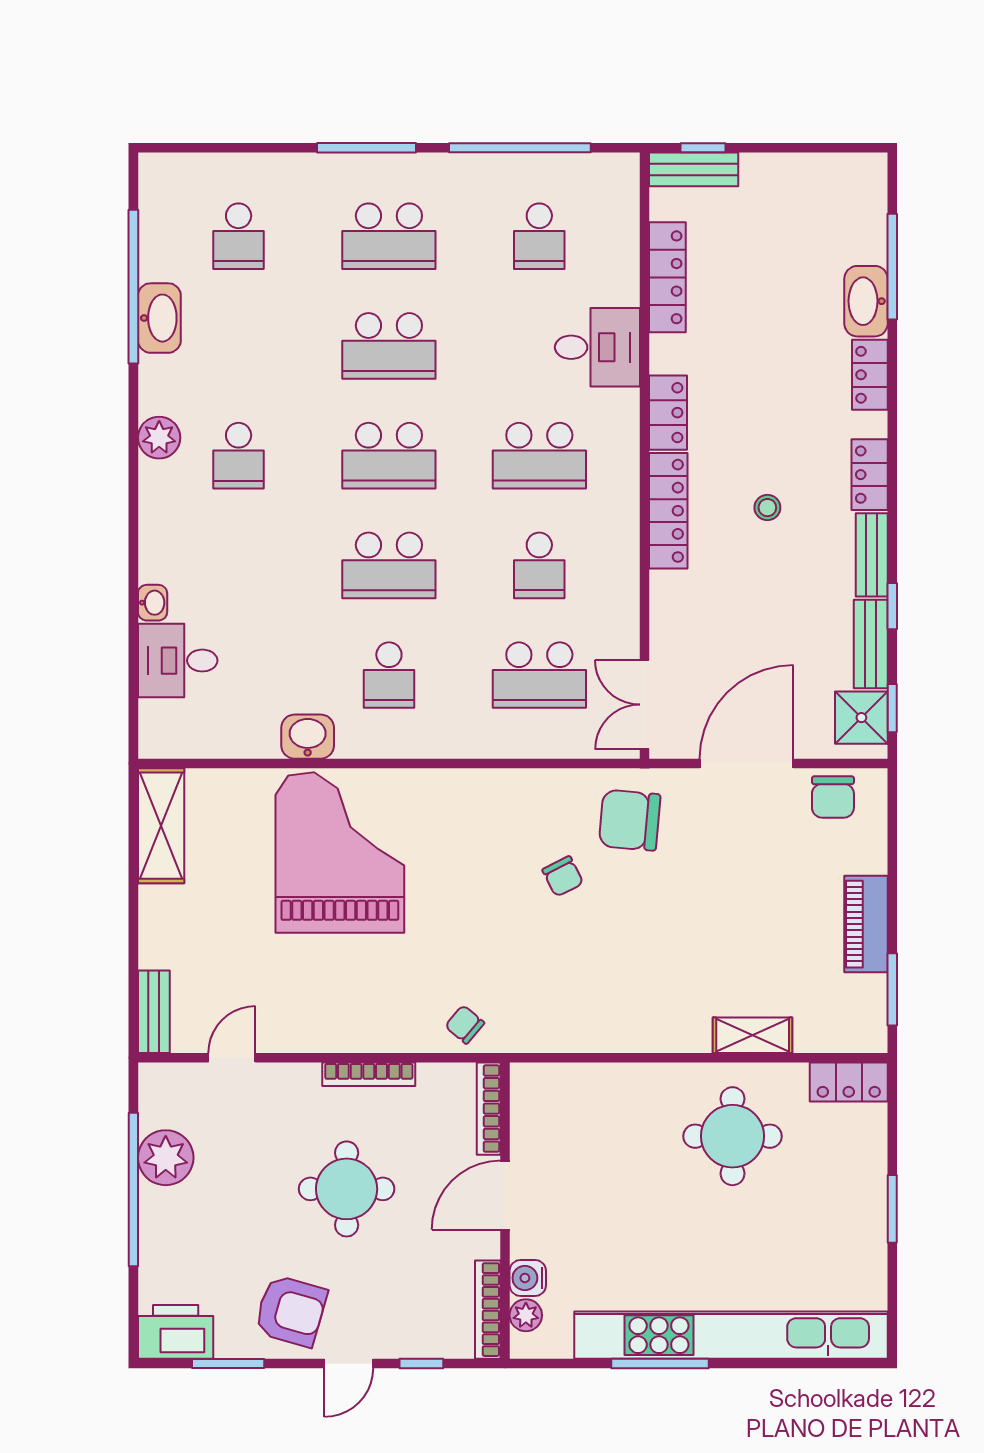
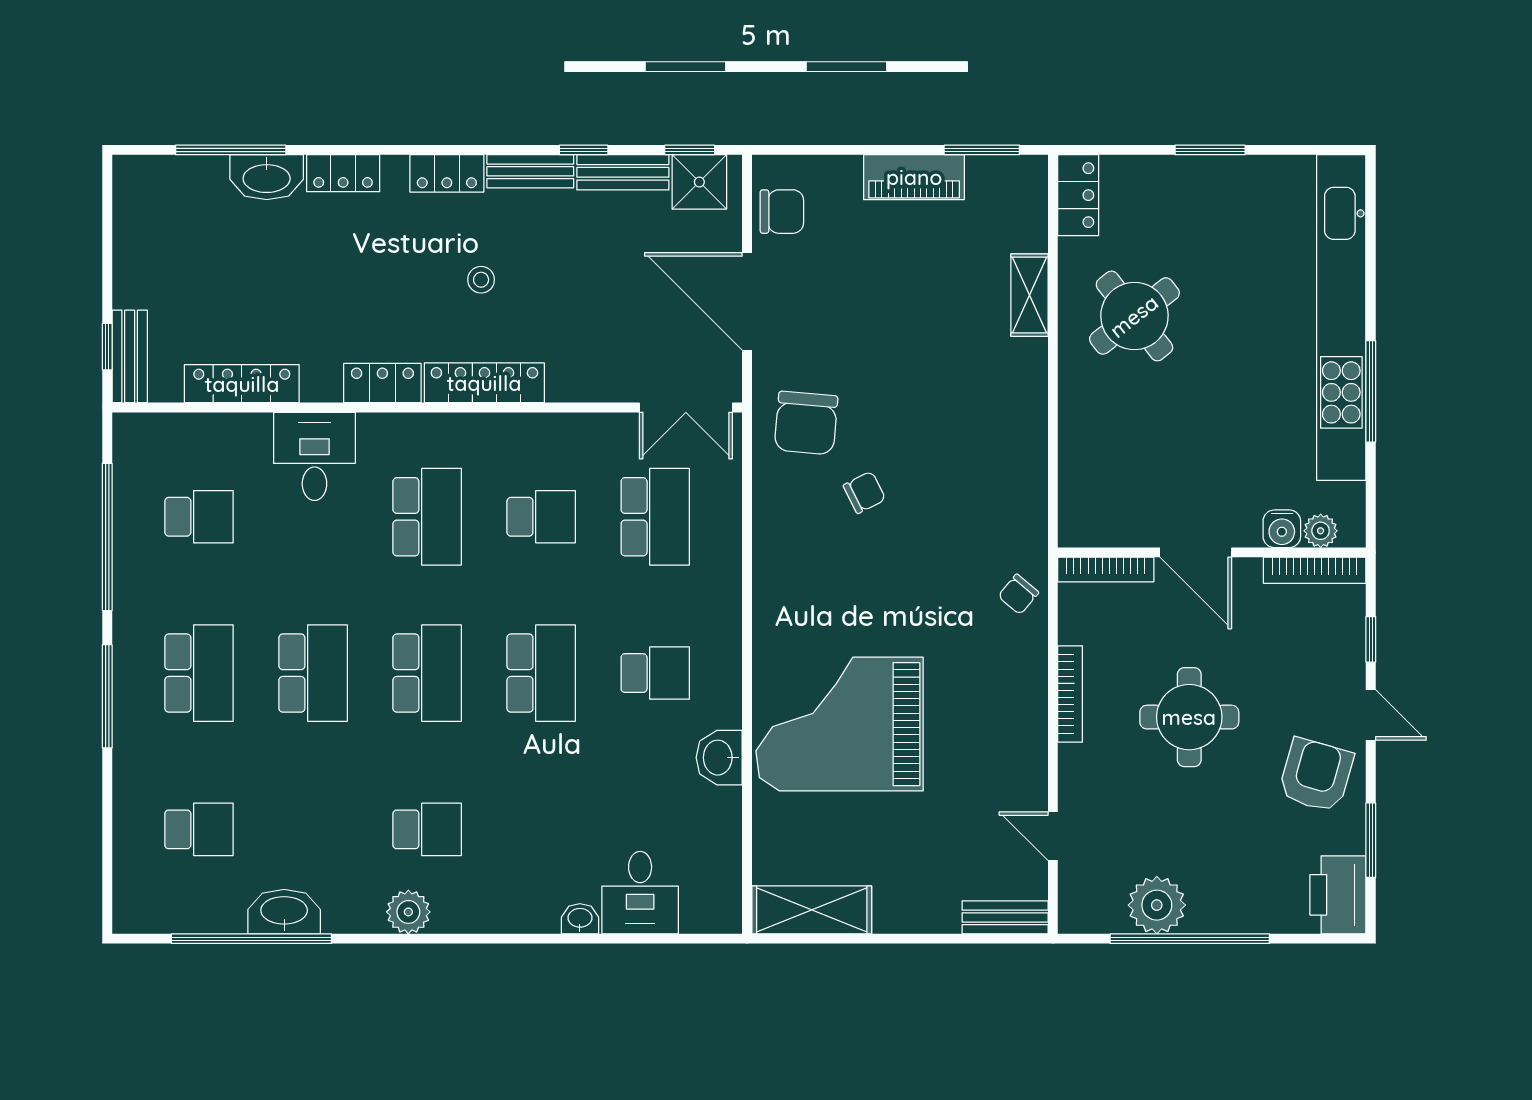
round table: (732, 1136) -> (1134, 316), turned -38

